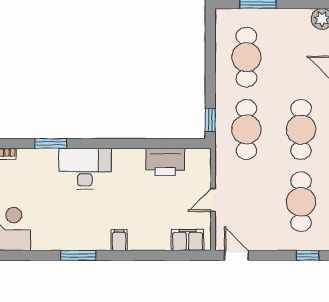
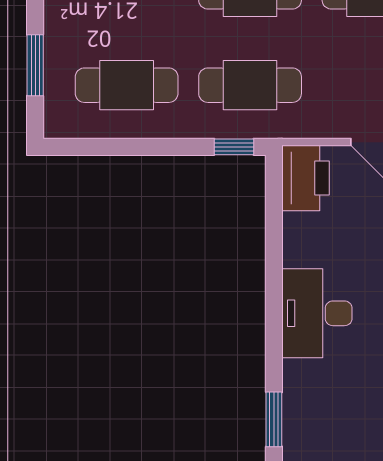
printer: (165, 162) -> (305, 178), moved
desk: (85, 169) -> (317, 313), moved

